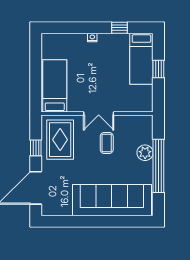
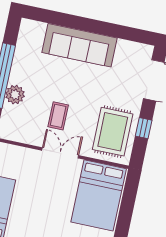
bed: (55, 86) -> (99, 195), width x1.50
sofa: (112, 200) -> (80, 45), width x0.74, depth x0.79

